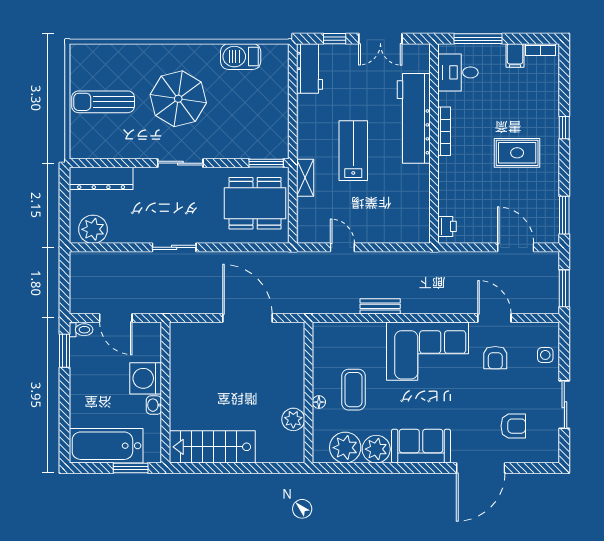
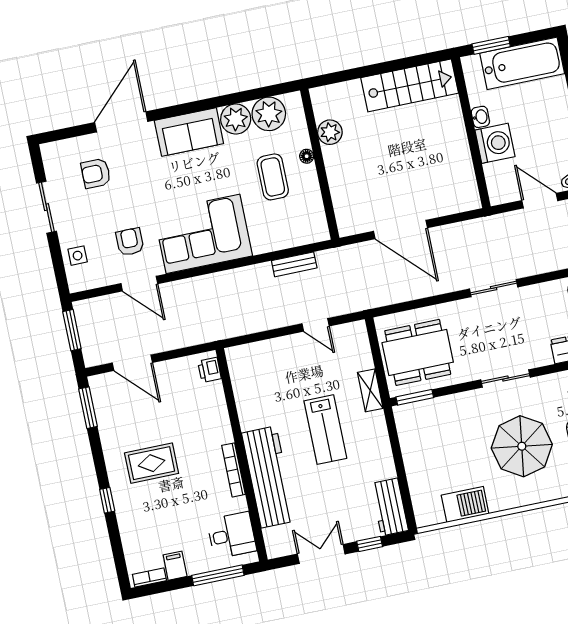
bench: (380, 306) -> (294, 264), moved

